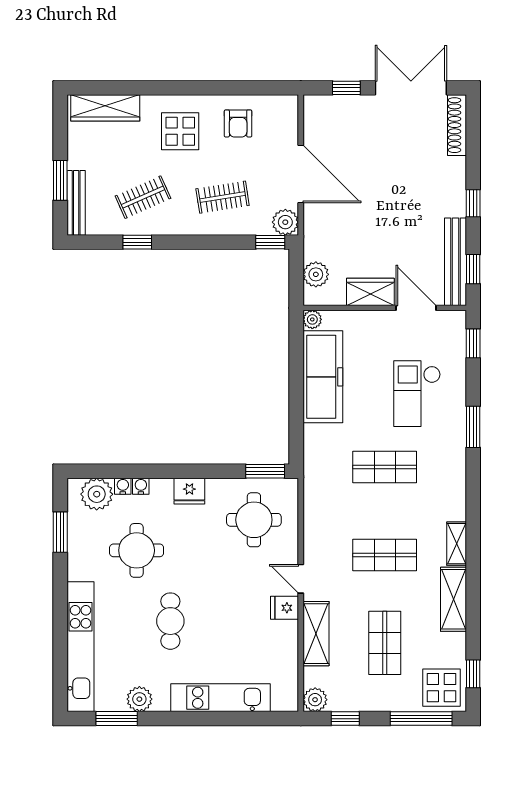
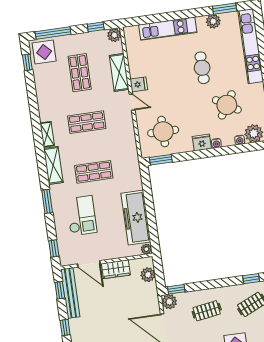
water cooler: (141, 486) -> (216, 143), moved
round table: (137, 550) -> (227, 105), turned 32
shelving: (453, 599) -> (53, 165), moved

